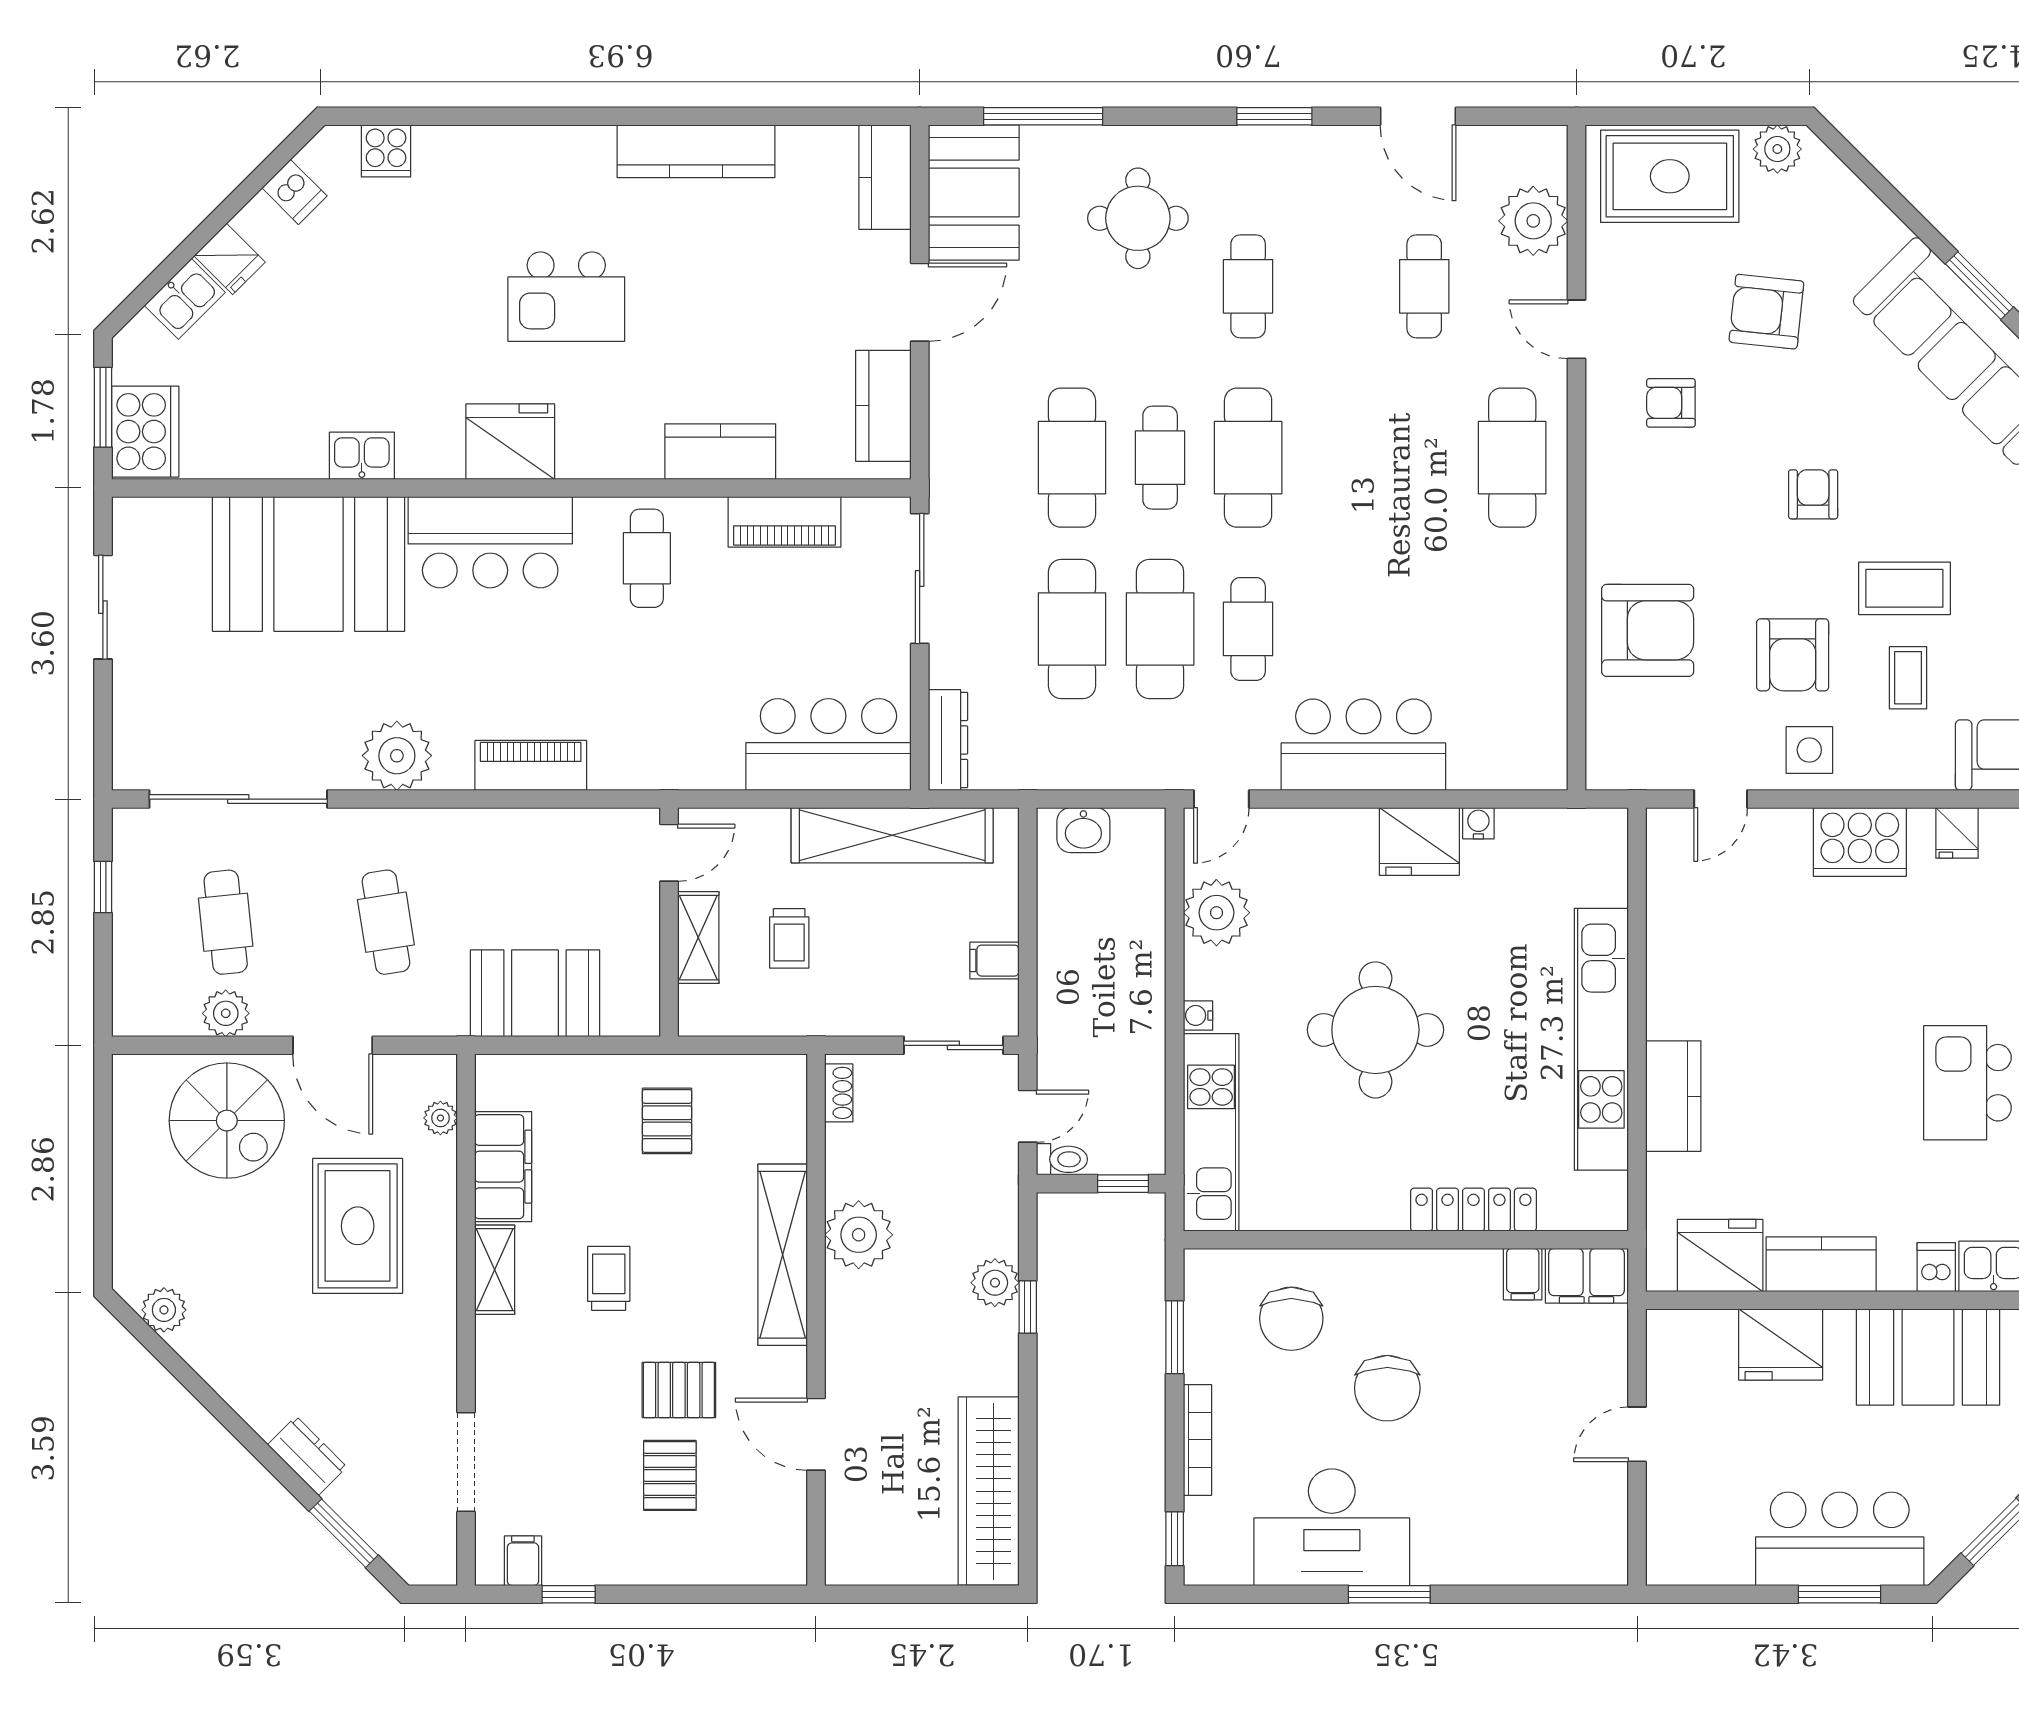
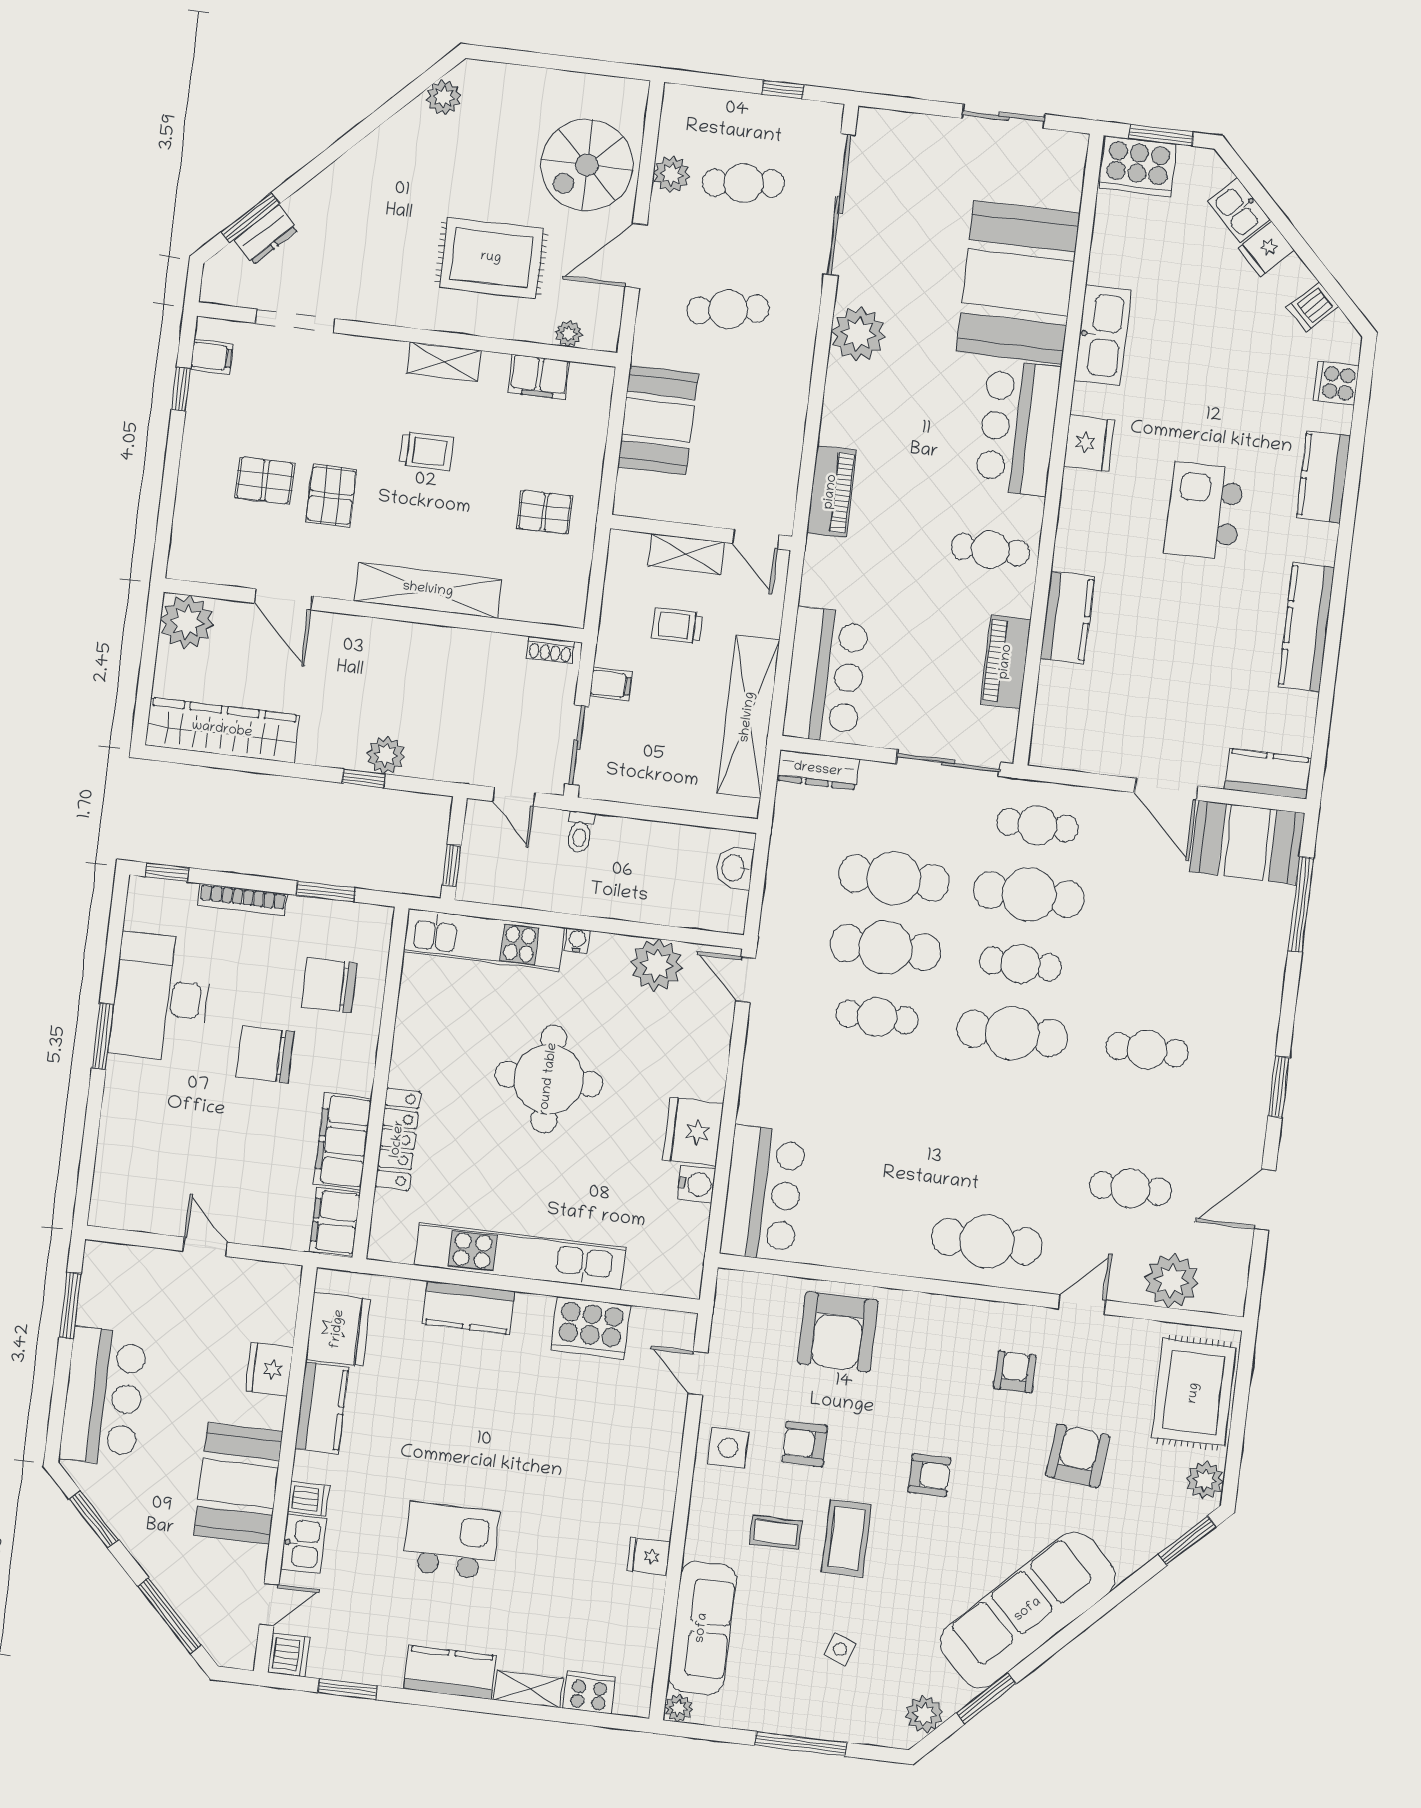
round table: (1138, 218) -> (1211, 969), removed
window: (1979, 286) -> (1187, 1541), moved
kitchen counter: (883, 406) -> (1323, 477), moved, turned -90
fridge: (510, 442) -> (1089, 443), width x0.73, depth x0.75
kitchen sink: (362, 456) -> (1103, 335), width x1.88, depth x1.24
cafe table: (984, 458) -> (1037, 825), added
armchair: (1793, 655) -> (805, 1444), width x0.72, depth x0.72
bar counter: (1363, 745) -> (763, 1193), moved
piano: (531, 765) -> (831, 492), moved
water cooler: (1478, 823) -> (697, 1184), width x1.38, depth x1.38
cooker: (1860, 842) -> (591, 1328), moved, turned -90
filing cabinet: (995, 961) -> (611, 684), moved, turned 90
toilet: (1062, 1159) -> (580, 832), moved
filing cabinet: (503, 1167) -> (539, 377), width x0.67, depth x0.86
plant: (859, 1235) -> (187, 622), moved
filing cabinet: (1523, 1274) -> (343, 1141), width x3.00, depth x1.17
fridge: (1781, 1345) -> (269, 1369), width x0.73, depth x0.75
door: (816, 1434) -> (283, 599), swing flipped
dresser: (307, 1456) -> (266, 235), moved
window: (1839, 1594) -> (70, 1305), moved

